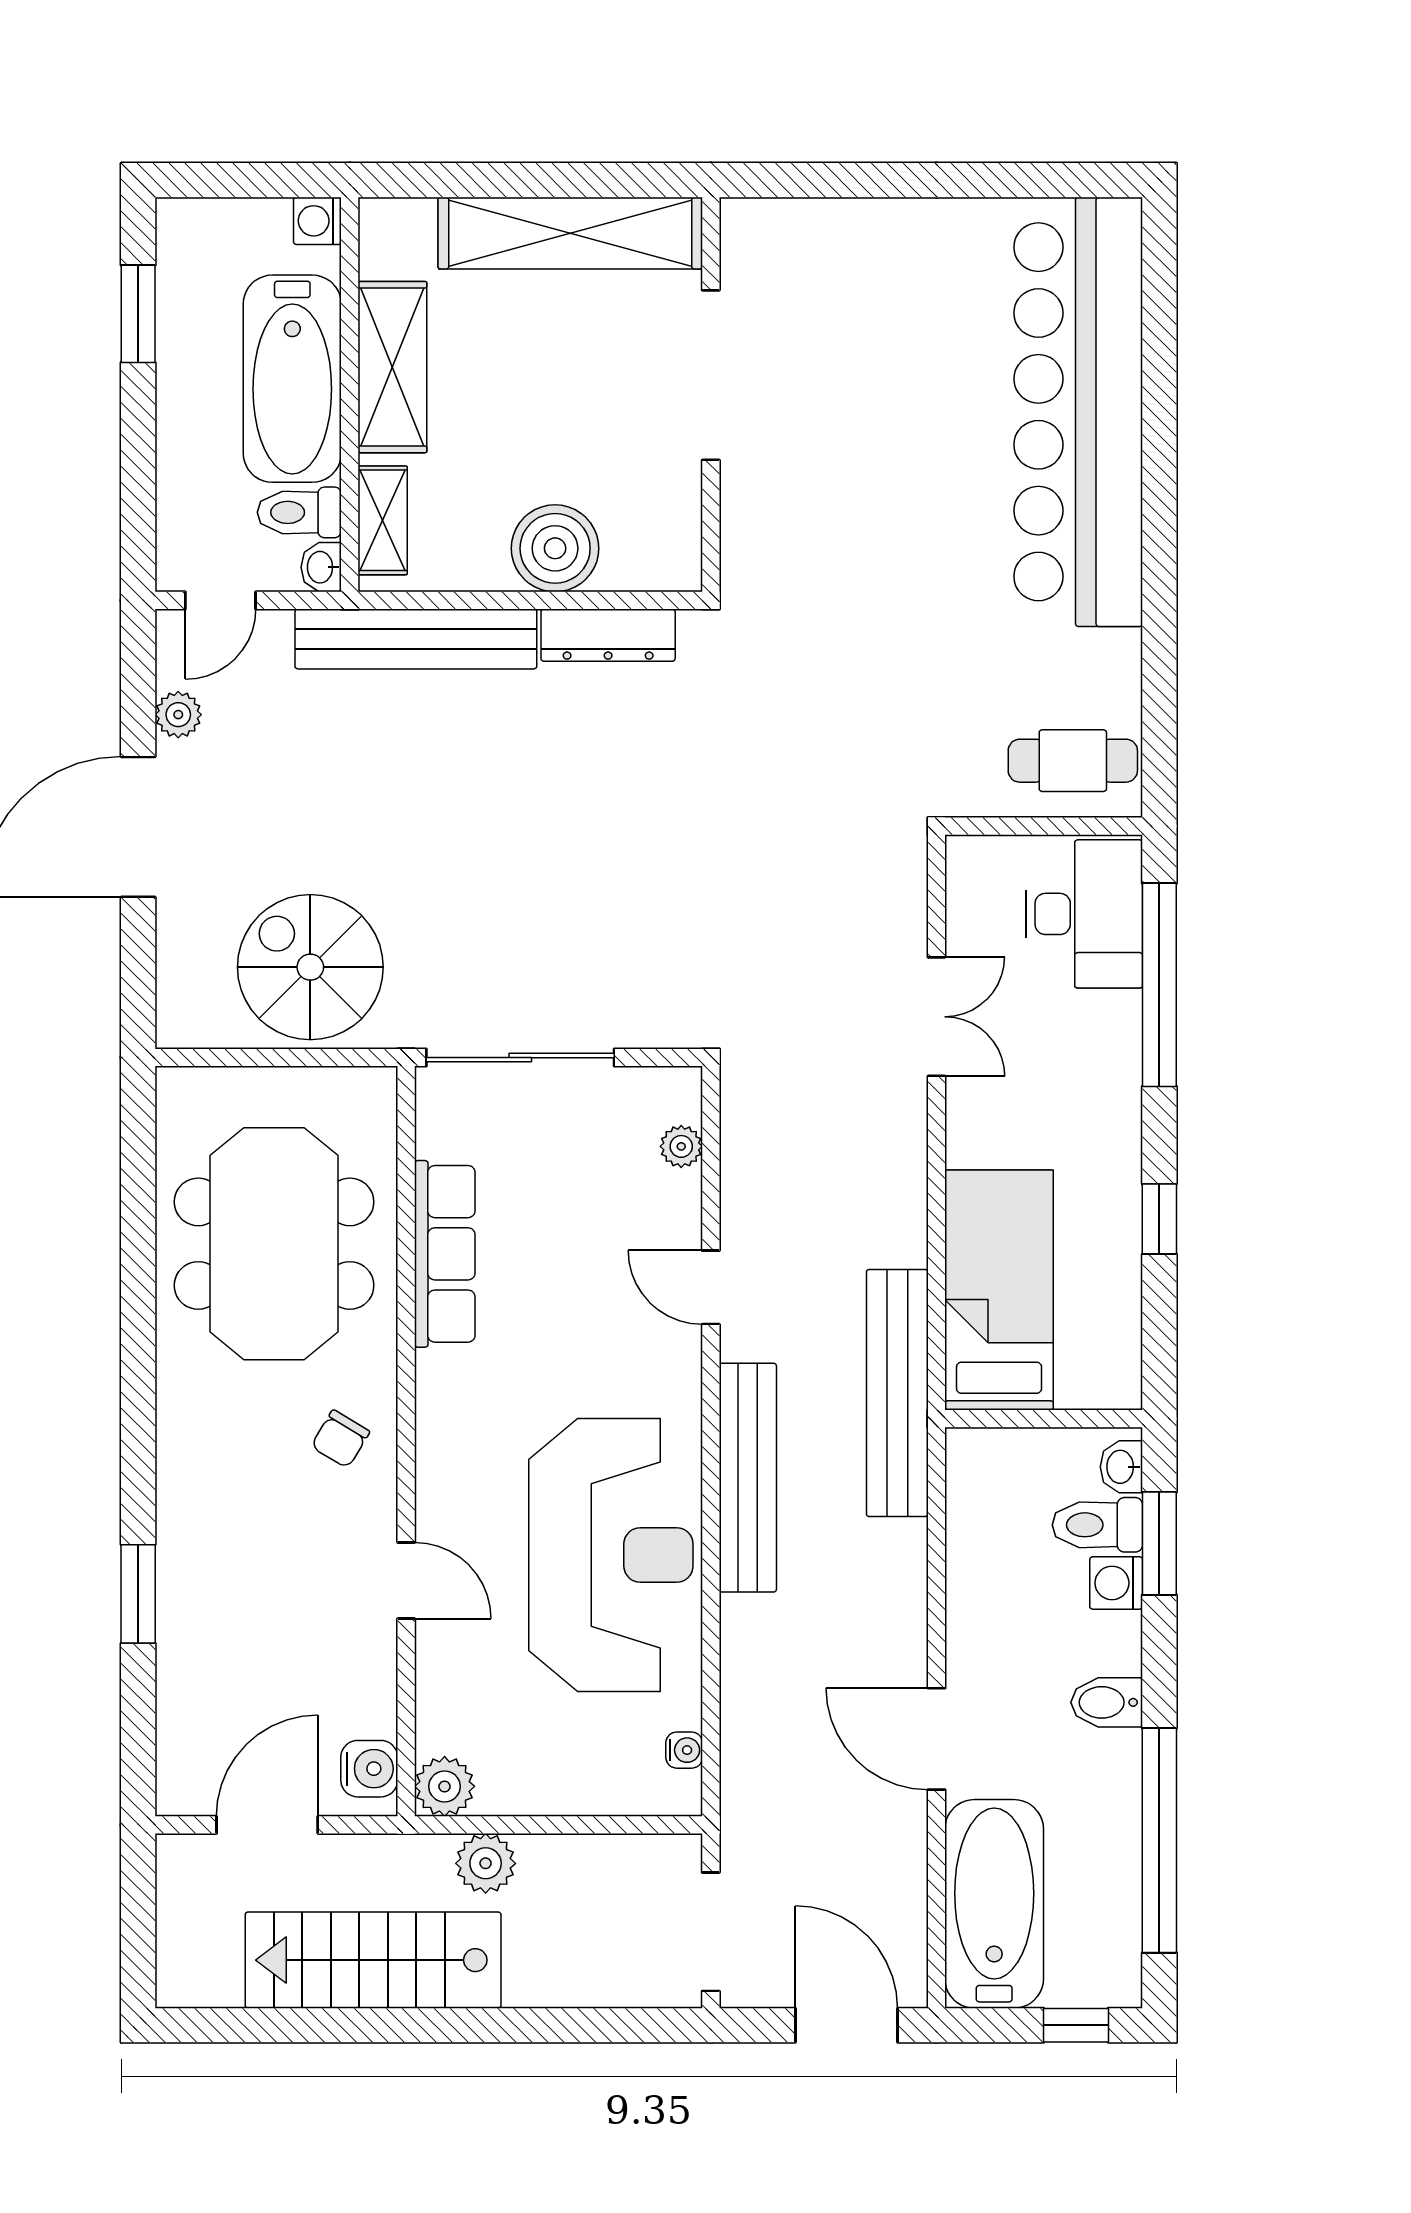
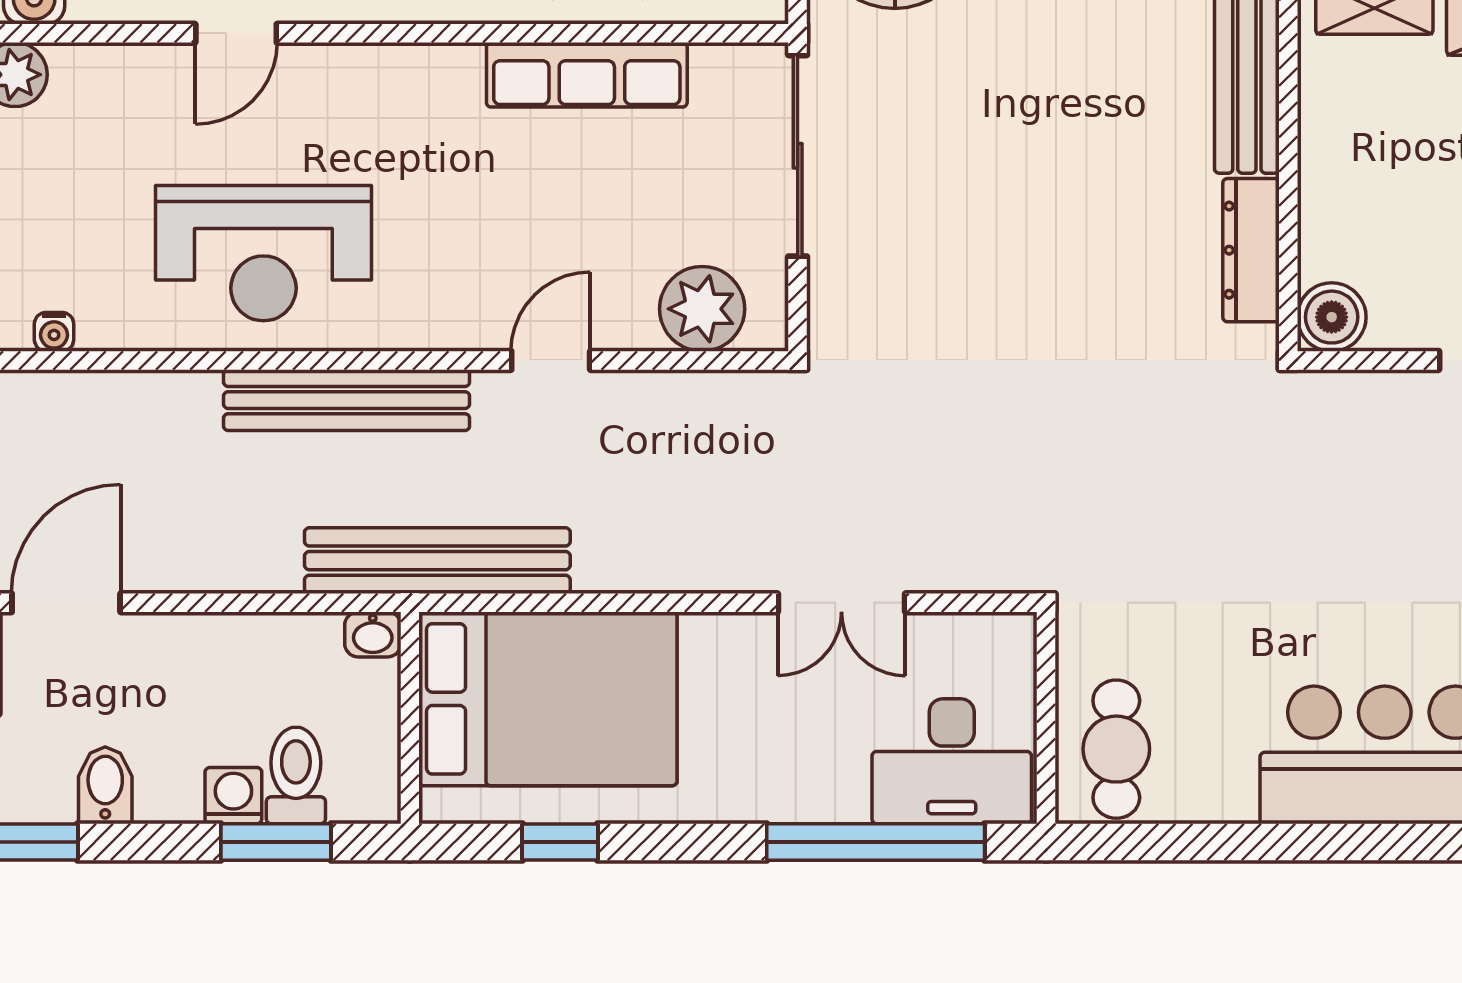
boiler: (555, 548) -> (1332, 317), moved, width x0.73, depth x0.73
plant: (681, 1146) -> (702, 309), width x1.88, depth x1.88
window: (1159, 1219) -> (560, 842), moved
bed: (999, 1290) -> (548, 699), width x1.50
washbasin: (1121, 1467) -> (373, 634), moved, turned 180
reception desk: (611, 1555) -> (263, 253), width x0.74, depth x0.77

